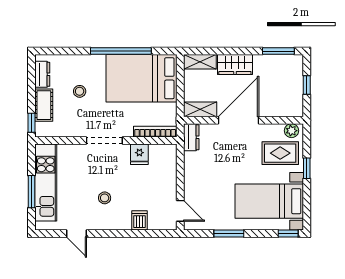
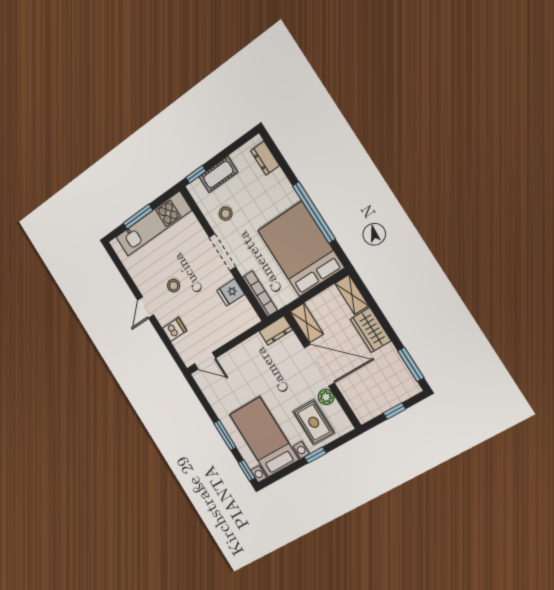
dresser: (42, 74) -> (265, 158), moved, turned 90
stool: (80, 91) -> (226, 214), moved
plant: (291, 131) -> (326, 397), moved
door: (180, 211) -> (205, 361), hinge flipped
door: (76, 233) -> (146, 308), moved
window: (229, 233) -> (225, 435), moved

